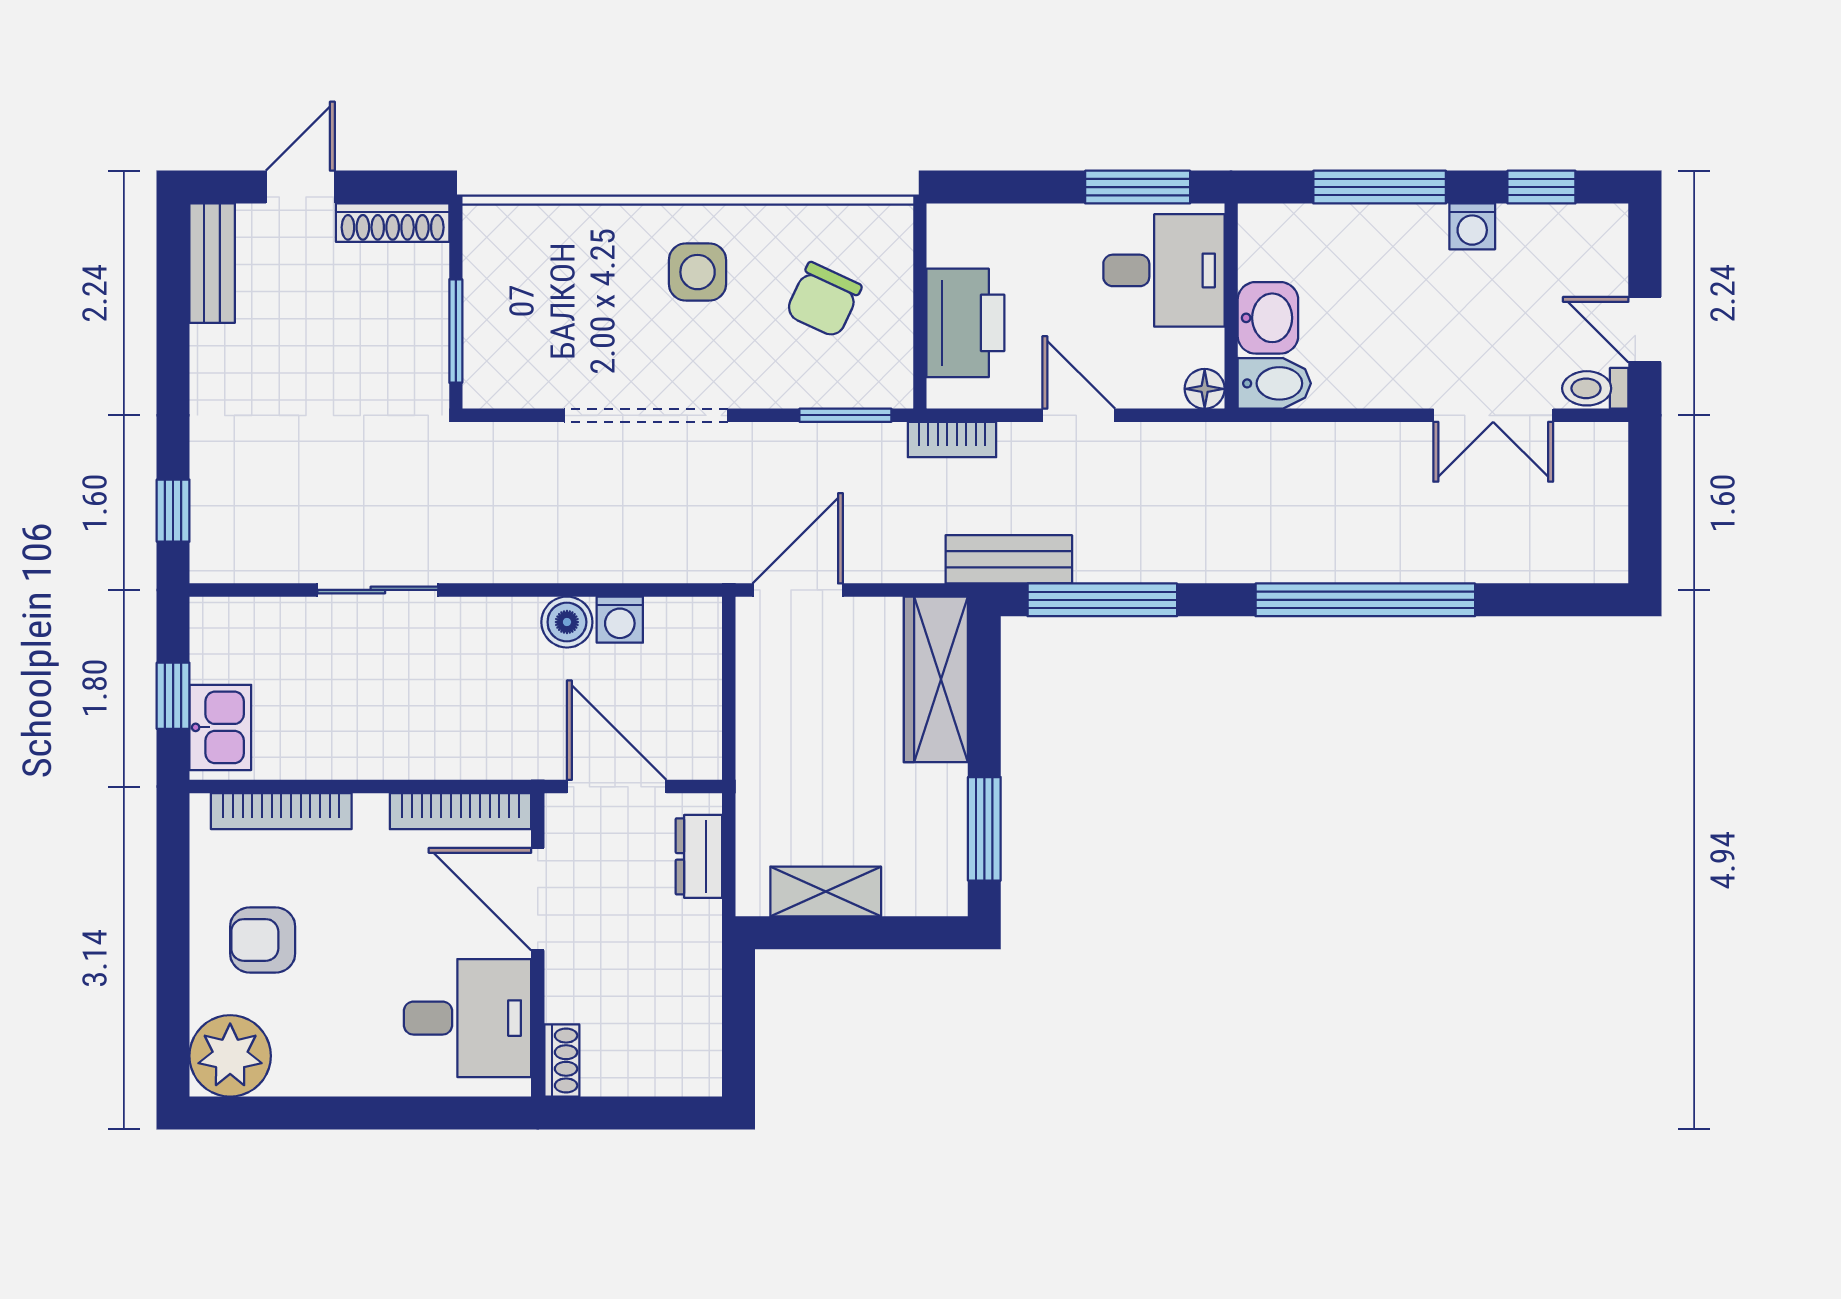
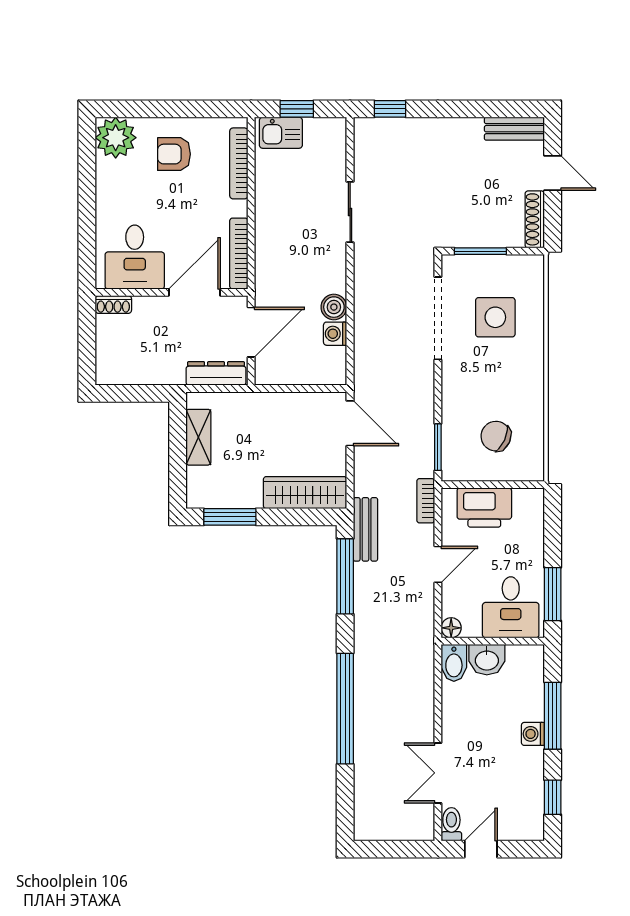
washing machine: (1472, 226) -> (533, 734), moved
side table: (698, 272) -> (495, 317), moved, width x1.37, depth x1.37
doorway: (646, 415) -> (438, 318), moved
dresser: (699, 856) -> (216, 373), width x1.44
armchair: (263, 940) -> (174, 154), turned -90

